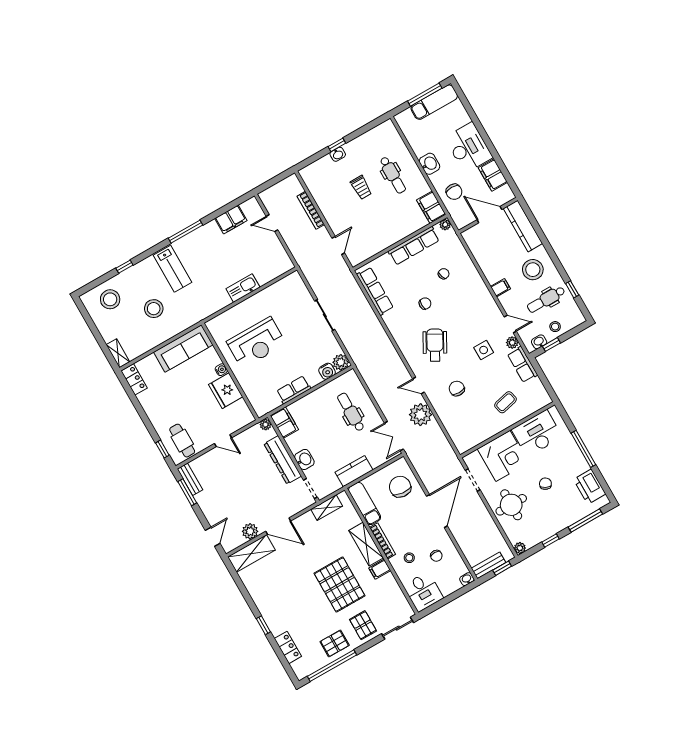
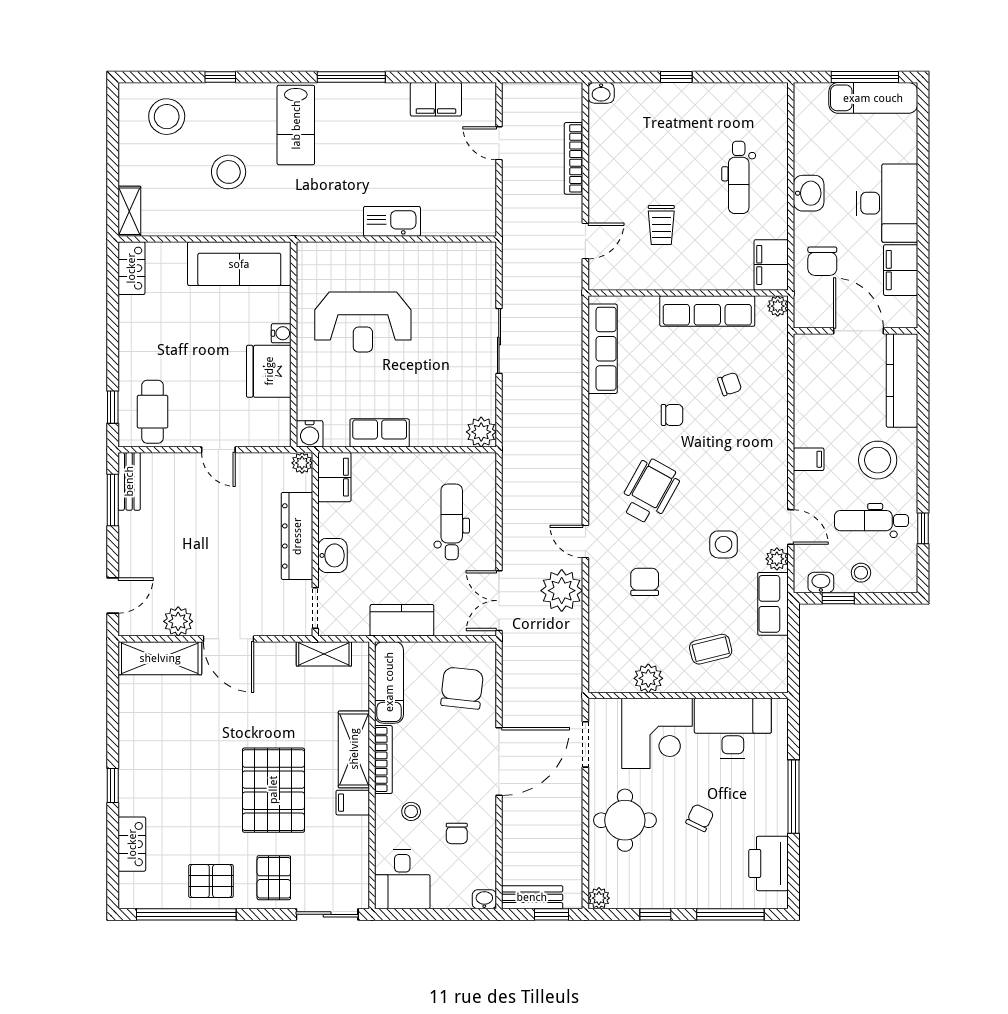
washbasin: (338, 154) -> (601, 93), moved
trolley: (361, 187) -> (661, 225), moved
water cooler: (327, 371) -> (310, 434), moved
plant: (484, 432) -> (648, 678), added

